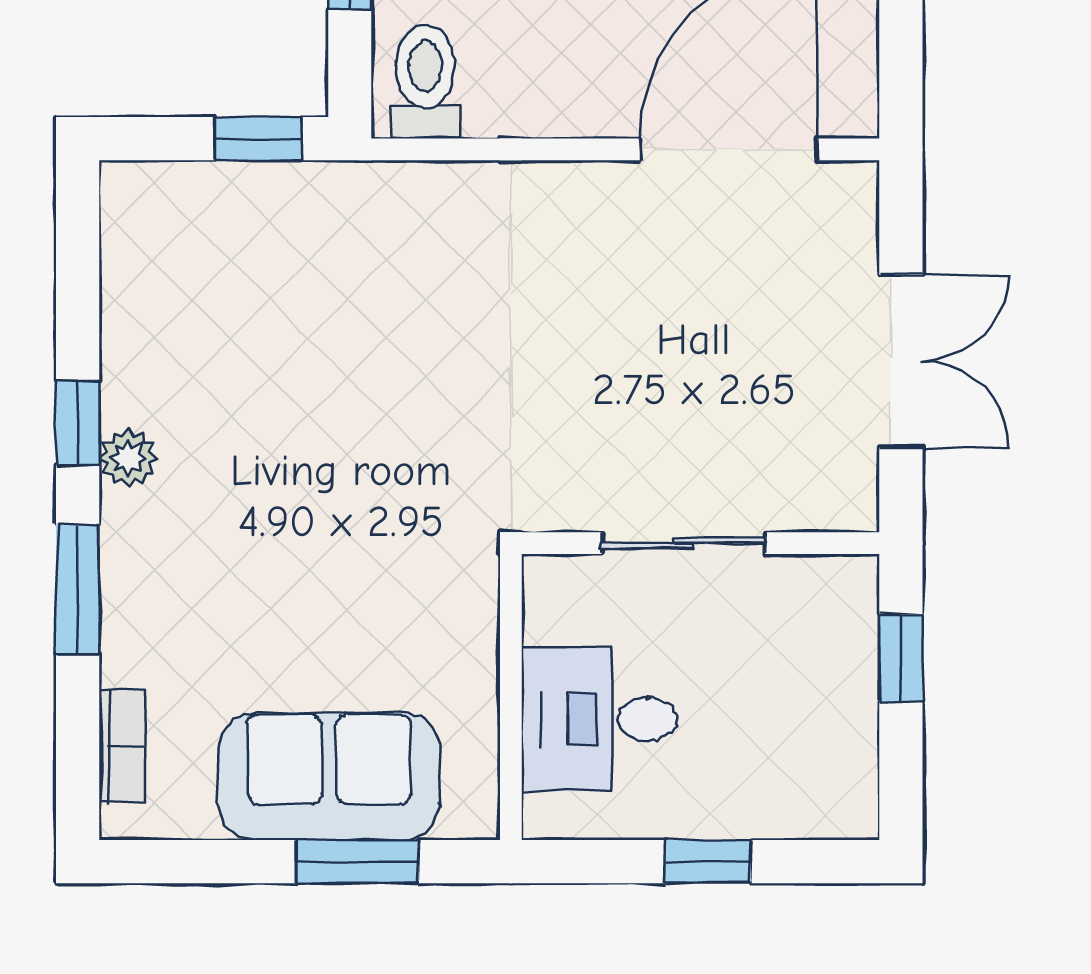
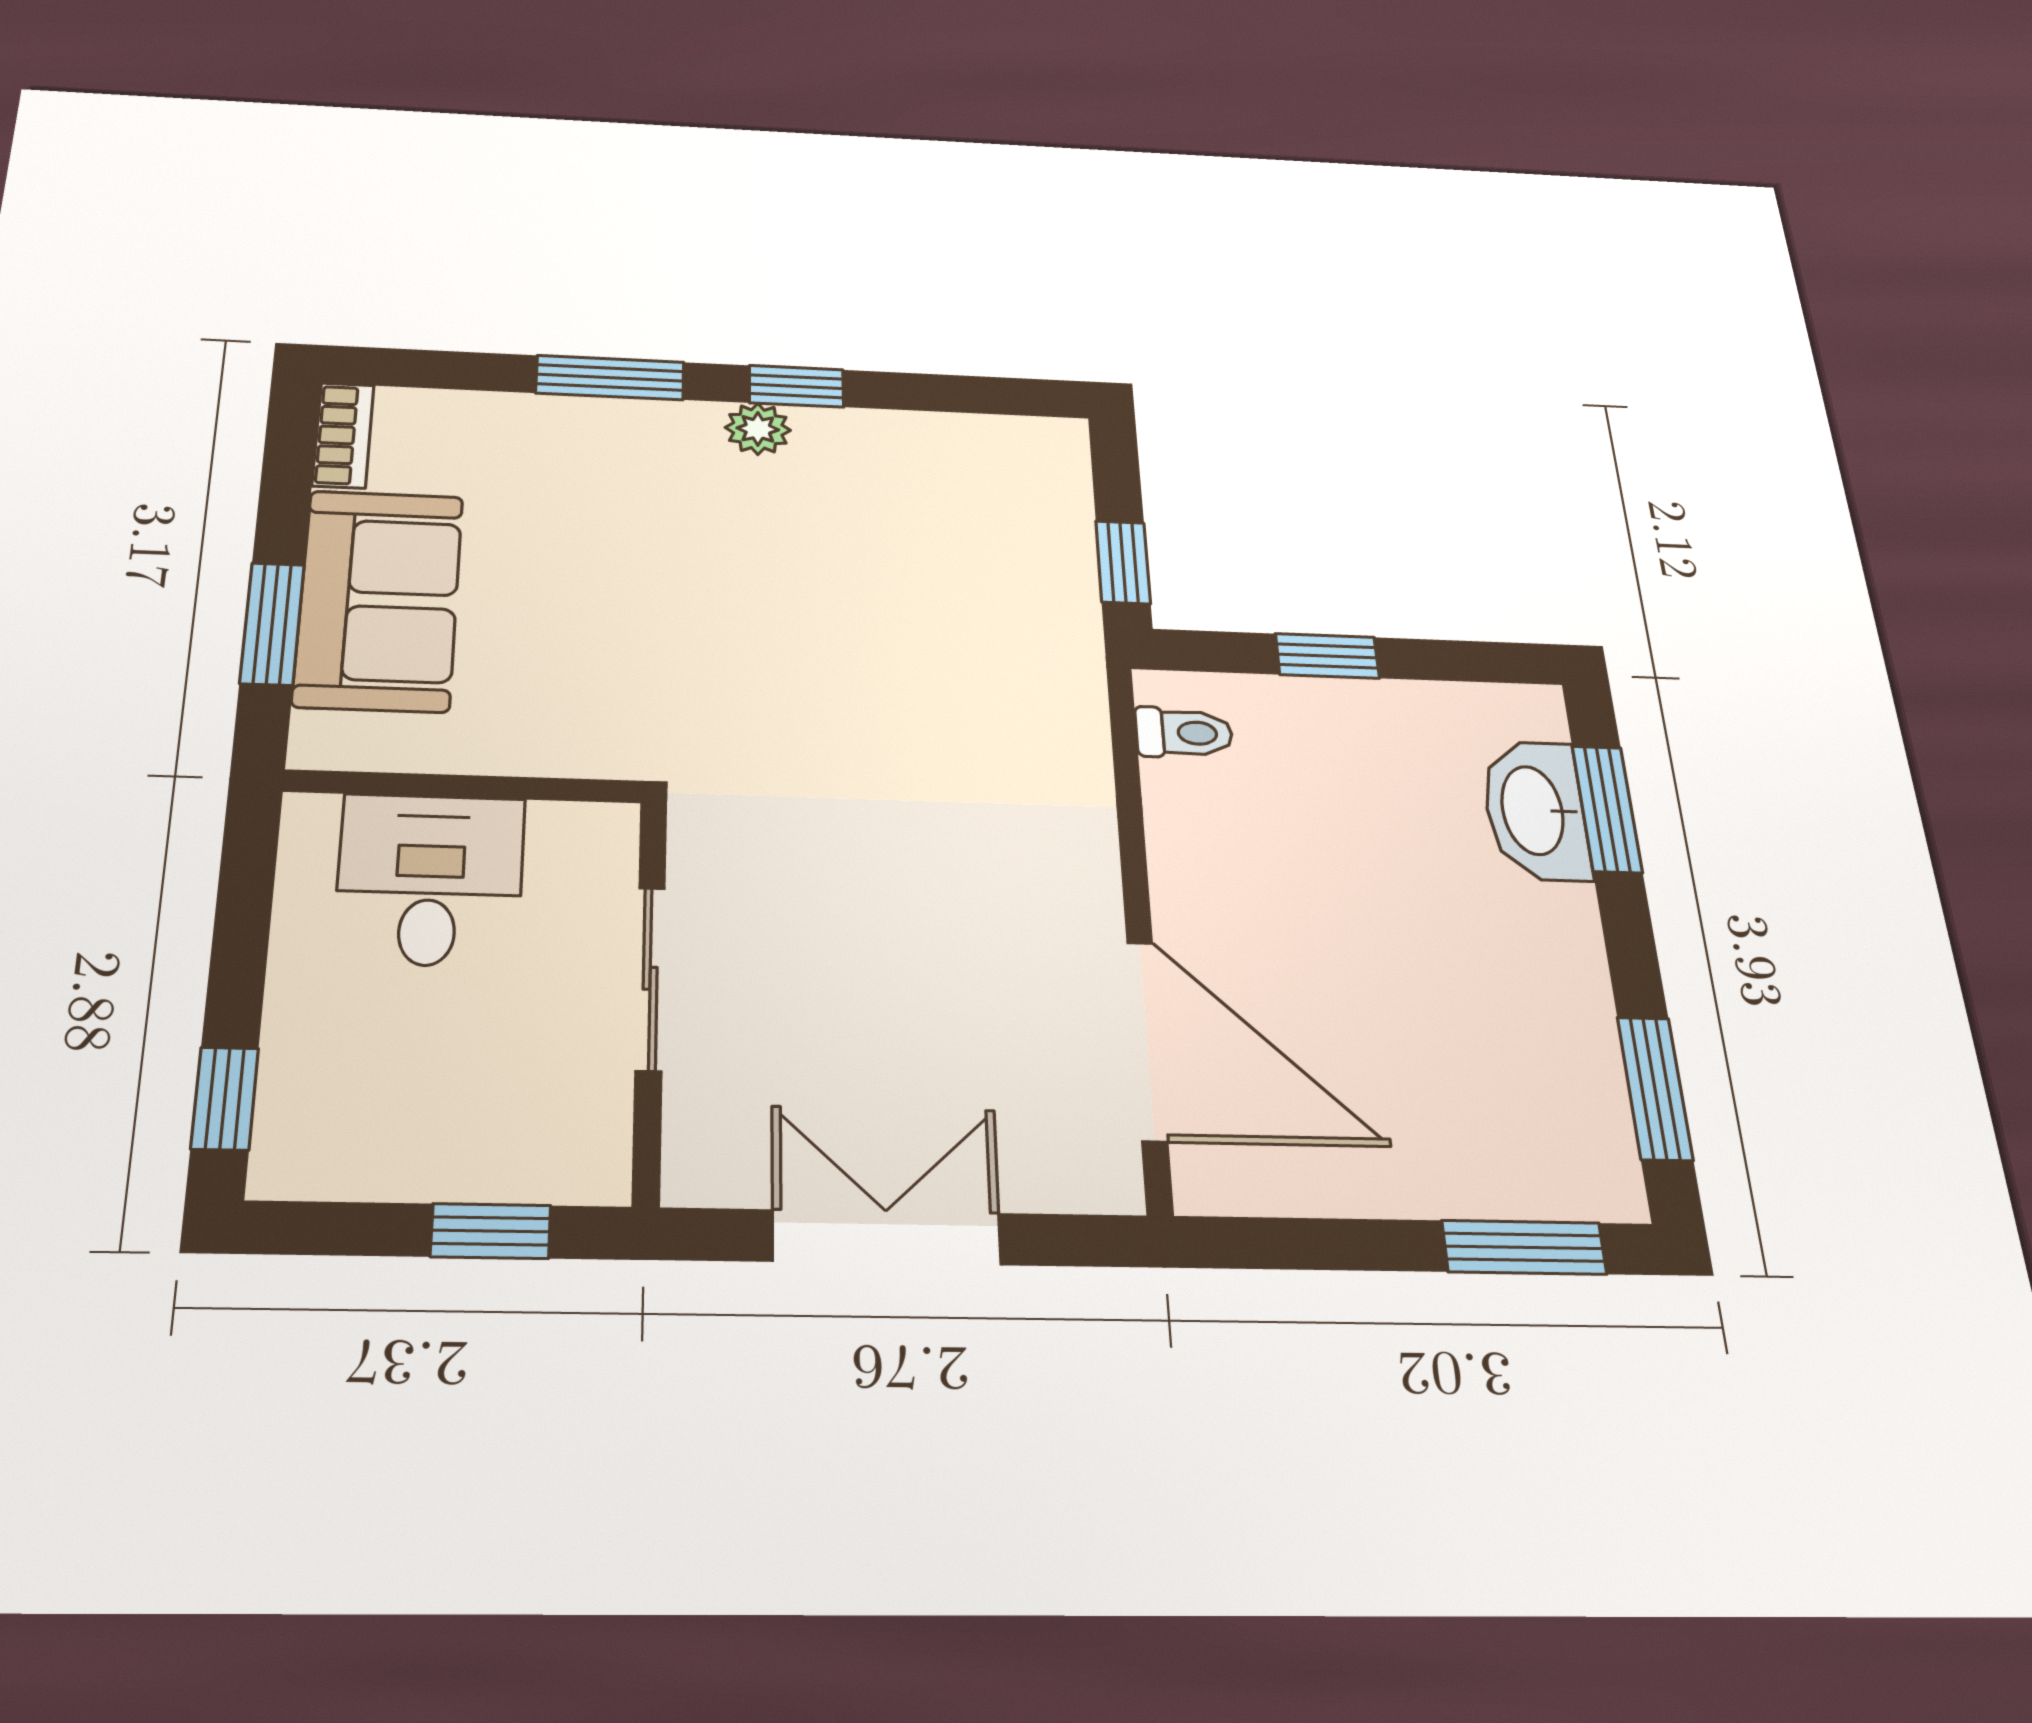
toilet: (425, 82) -> (1184, 733), width x0.73, depth x0.72
double door: (901, 361) -> (887, 1237), swing flipped
bookcase: (122, 746) -> (343, 435), moved, turned -90
window: (708, 862) -> (225, 1098), moved

